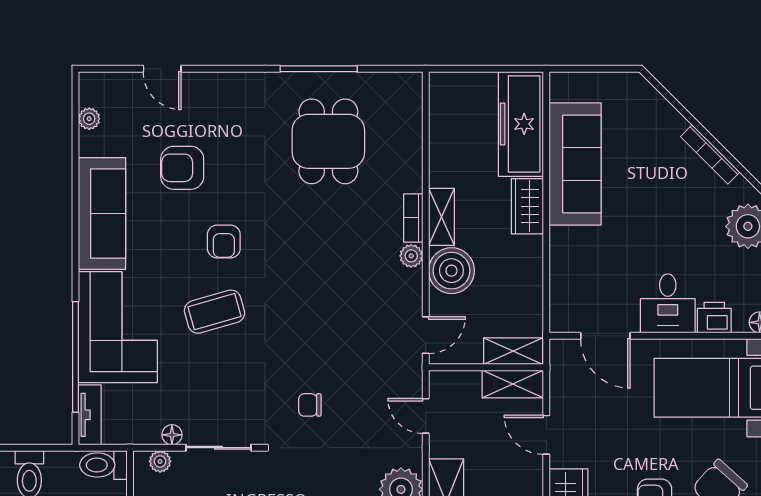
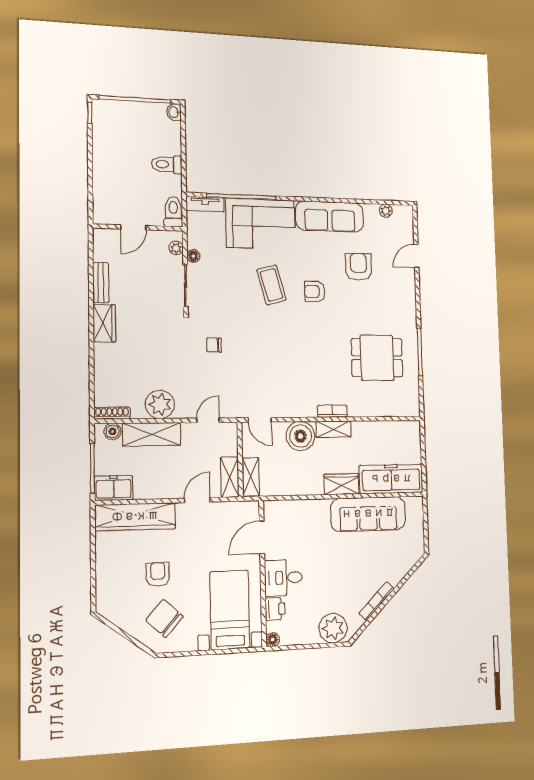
plant: (411, 256) -> (309, 410), removed
chair: (310, 405) -> (214, 345), turned -90

